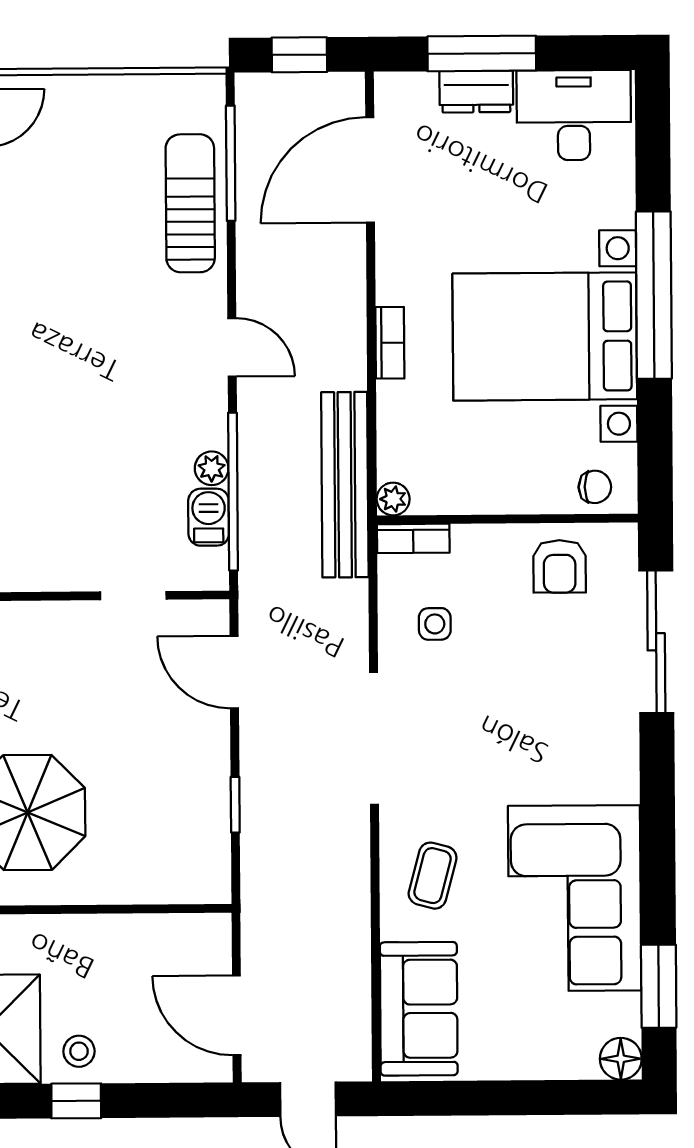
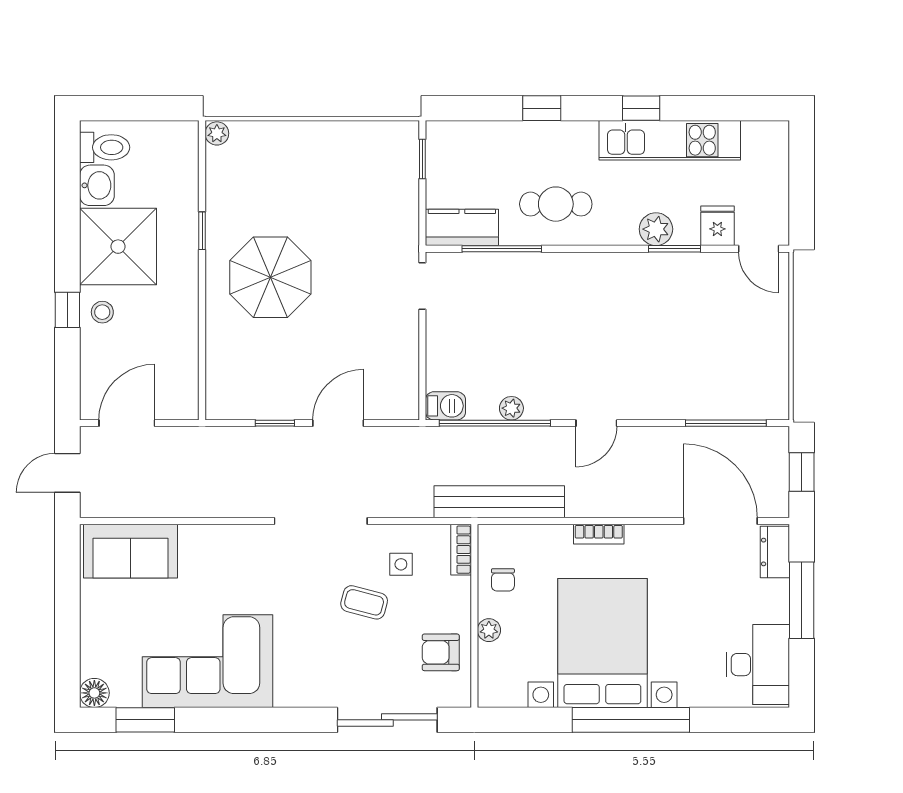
dresser: (476, 92) -> (775, 552), moved
sun lounger: (190, 203) -> (698, 394), removed
chair: (595, 487) -> (503, 580), moved
plant: (393, 499) -> (489, 630), moved
barbecue: (209, 517) -> (445, 406), moved
doorway: (133, 596) -> (422, 286), moved
door: (234, 672) -> (338, 423), moved
coffee table: (433, 876) -> (364, 602), moved

